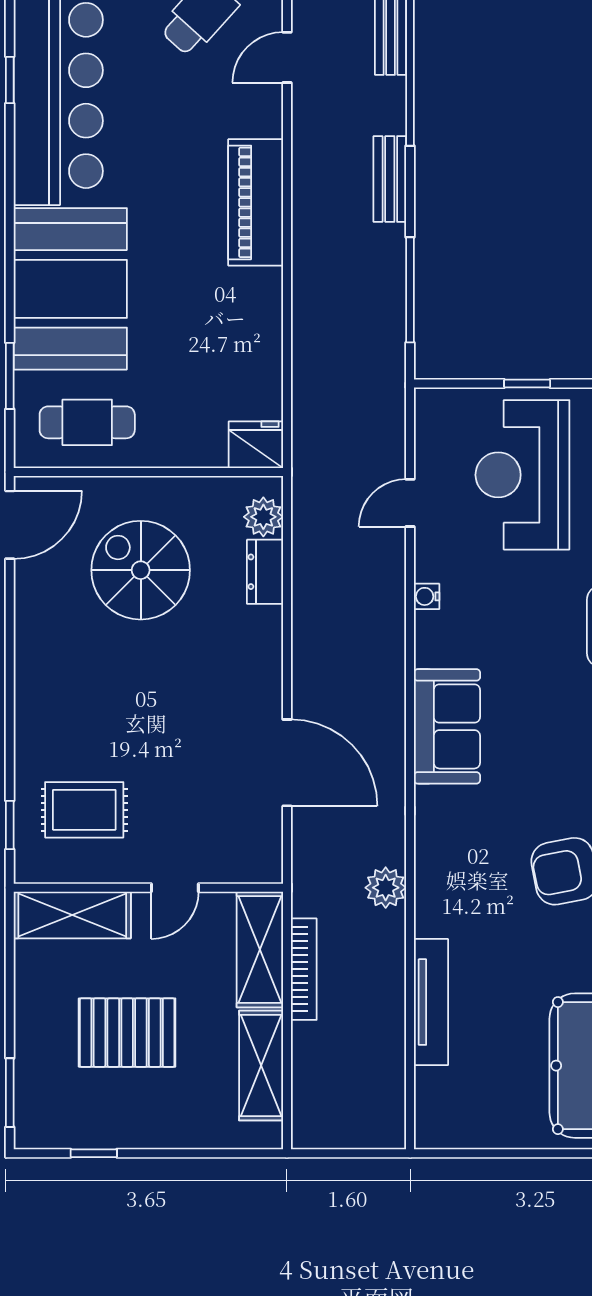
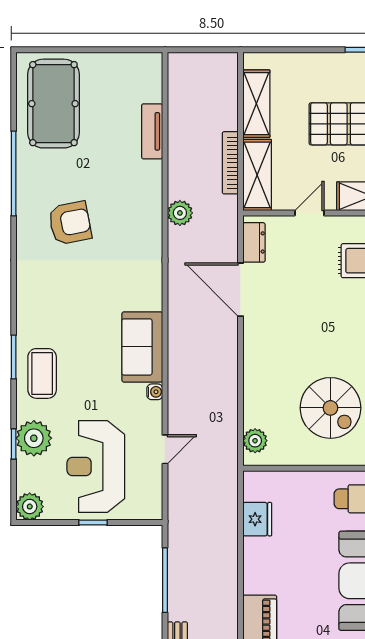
fridge: (256, 445) -> (257, 519), moved, turned -90
reception desk: (522, 475) -> (96, 467), turned 180
dresser: (265, 572) -> (254, 242), moved
sofa: (447, 726) -> (142, 347), moved
tv unit: (431, 1002) -> (152, 131), width x0.71

